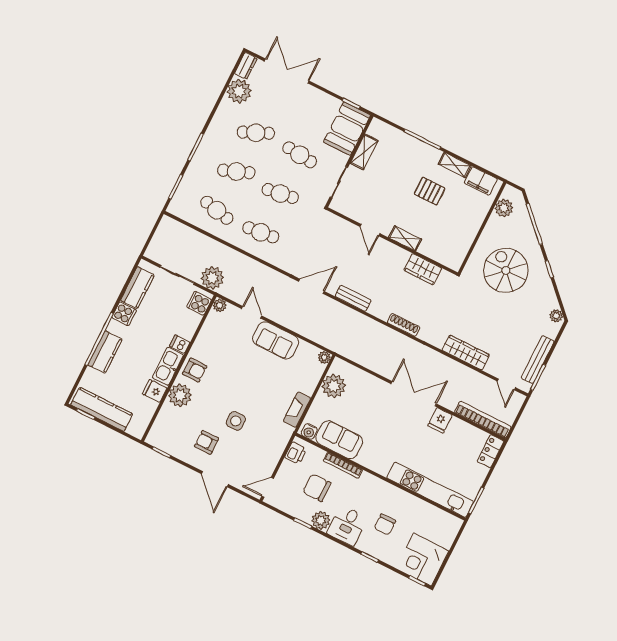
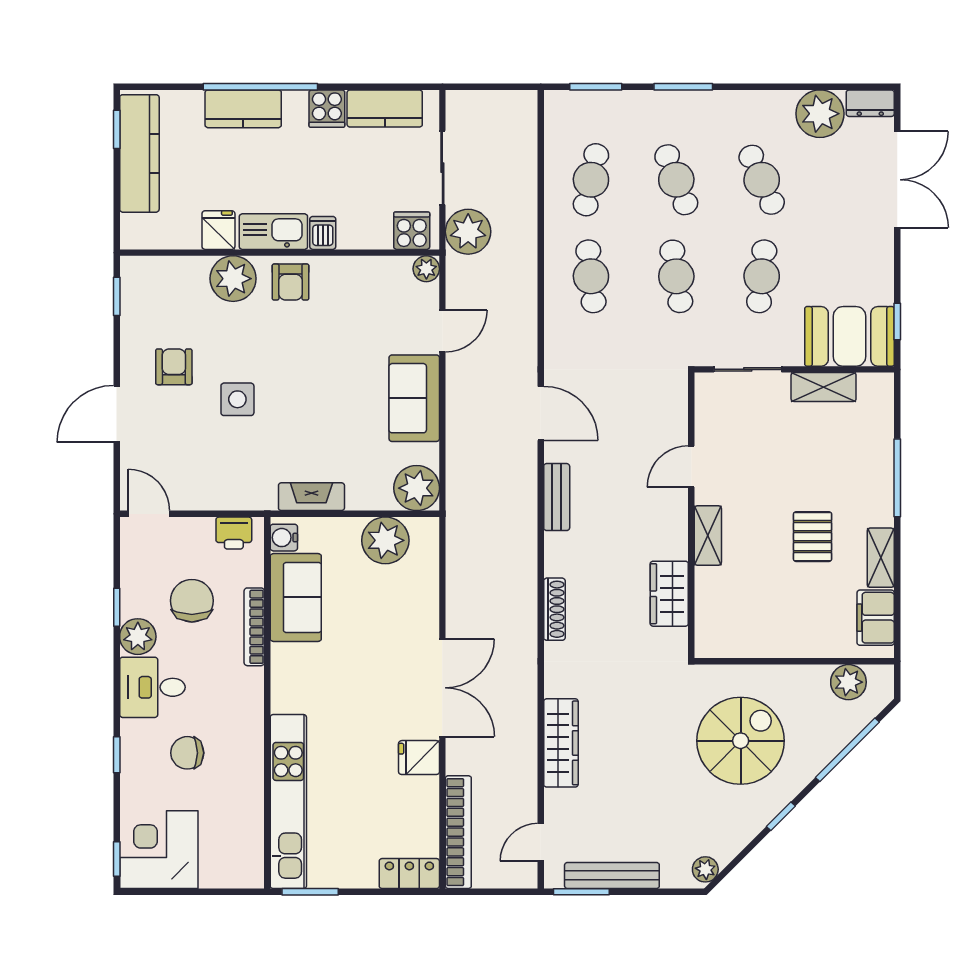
plant: (324, 357) -> (417, 488), width x1.88, depth x1.88

